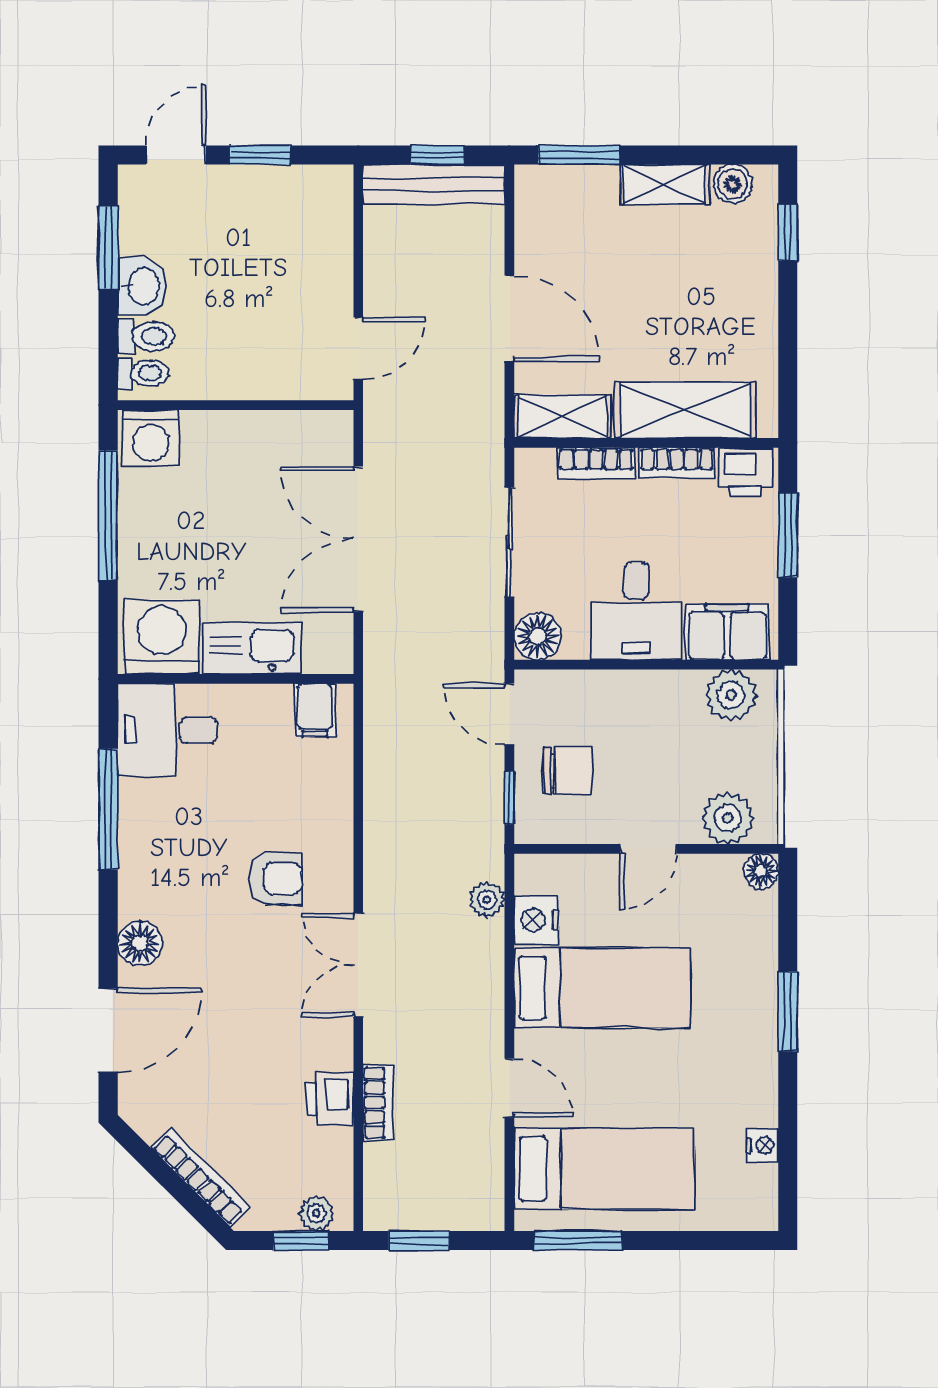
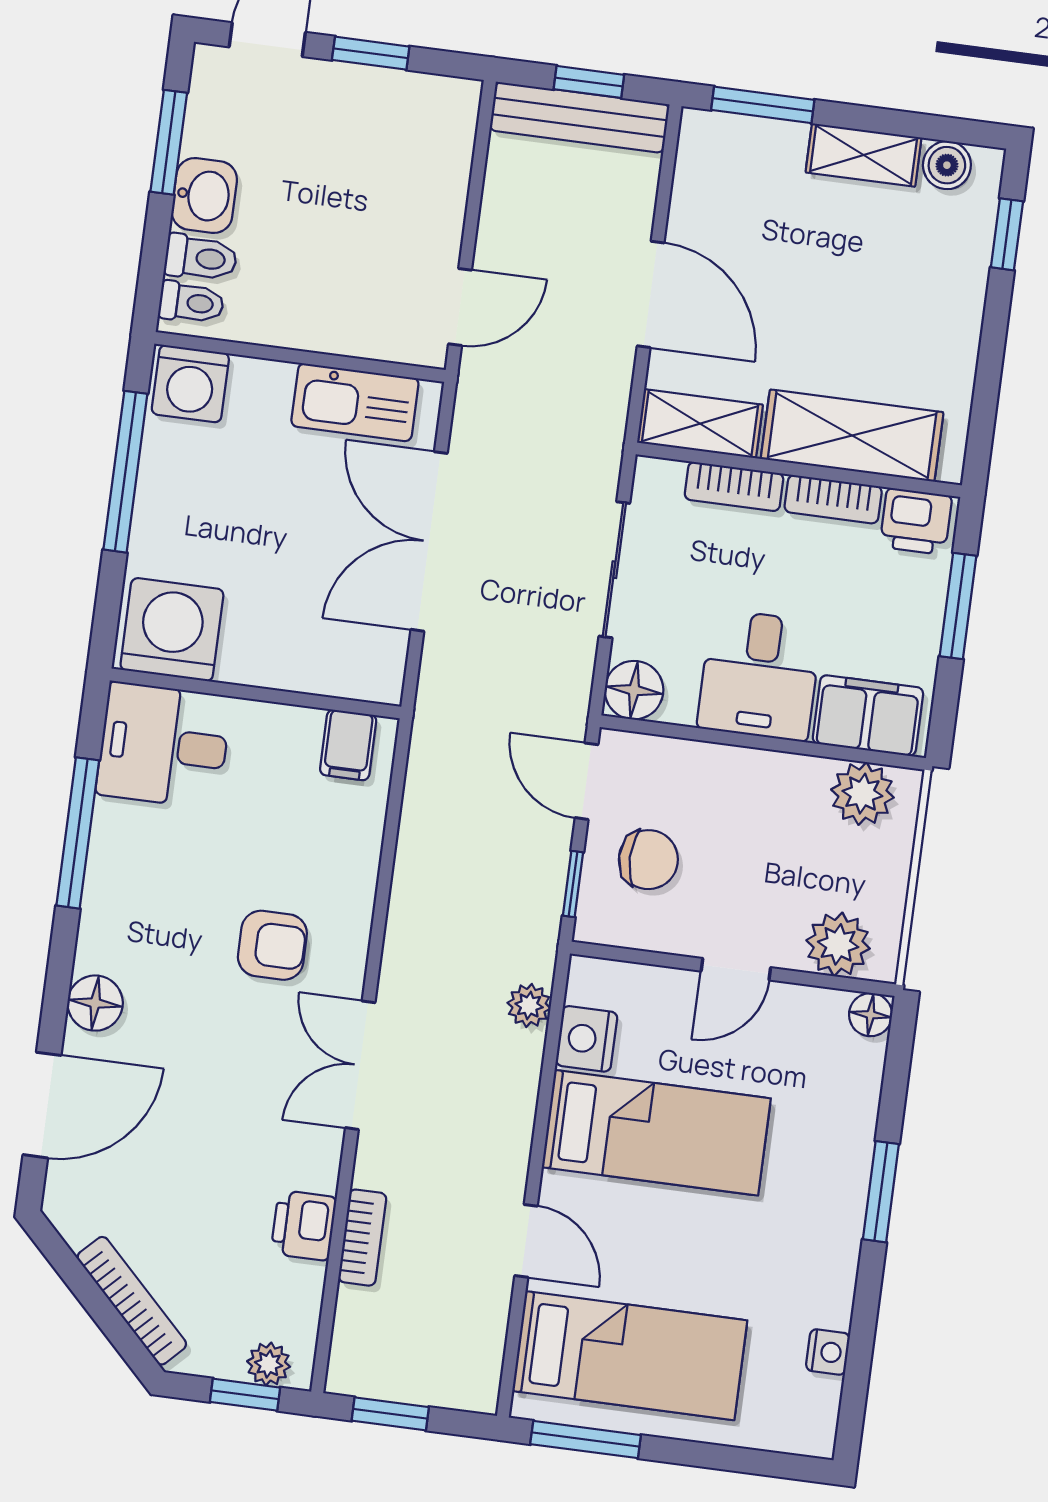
kitchen sink: (252, 648) -> (355, 402), moved, turned 180

